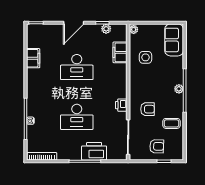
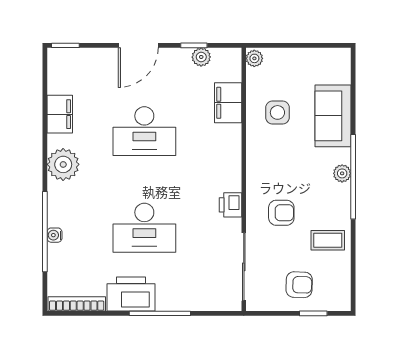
sofa: (174, 40) -> (333, 116), moved
plant: (35, 84) -> (63, 164), added
printer: (94, 151) -> (131, 294), moved

